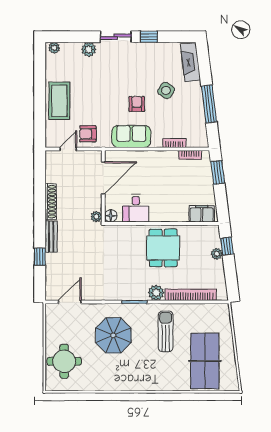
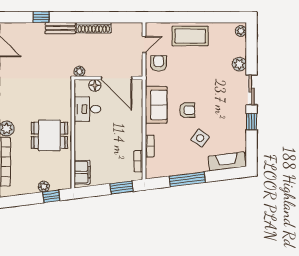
door: (68, 149) -> (144, 45), hinge flipped
floor lamp: (111, 216) -> (95, 85), moved

